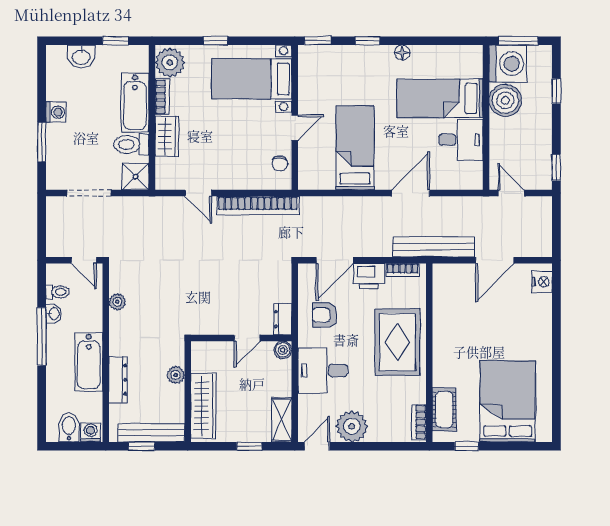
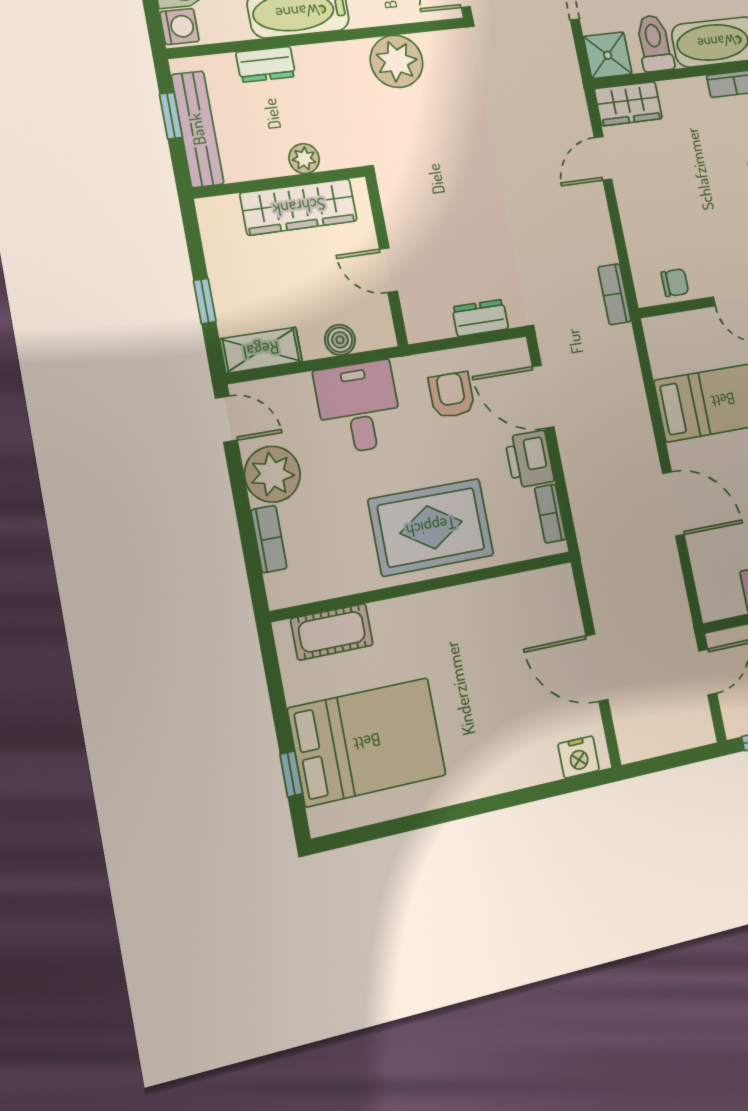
wardrobe: (167, 137) -> (628, 104), moved
chair: (280, 163) -> (675, 283), turned 180
bookcase: (258, 206) -> (614, 294), width x0.43, depth x0.76
bench: (434, 247) -> (597, 559), removed
plant: (117, 302) -> (397, 61), width x1.87, depth x1.87
dresser: (283, 319) -> (480, 318), moved
boiler: (283, 350) -> (340, 340), moved
dresser: (118, 380) -> (266, 64), width x0.70
wardrobe: (203, 406) -> (299, 207), moved
bookcase: (419, 422) -> (269, 539), moved, turned 90
window: (467, 446) -> (291, 774), moved

